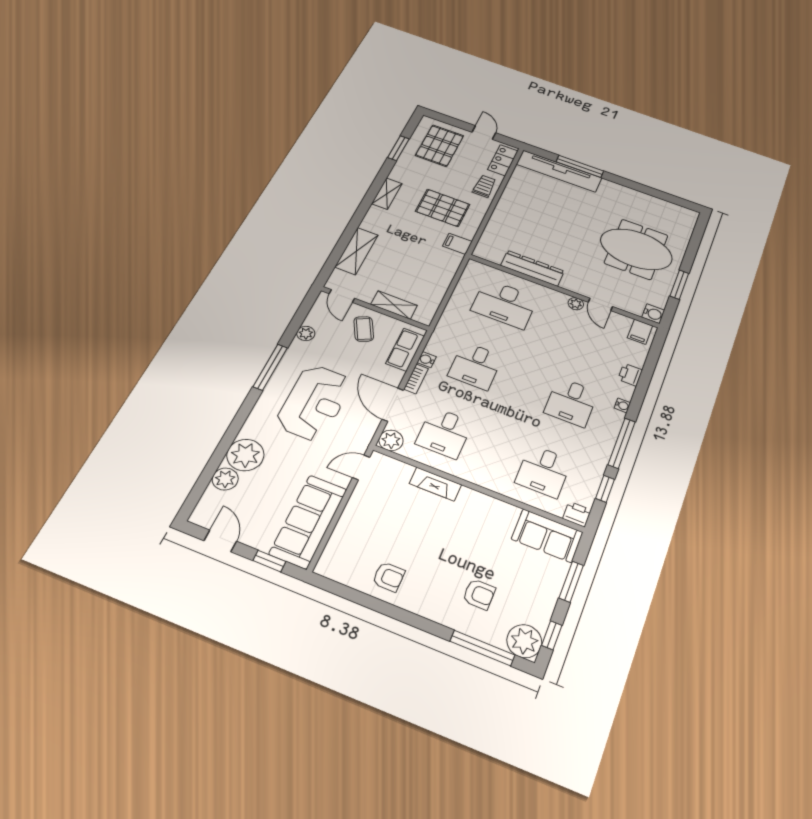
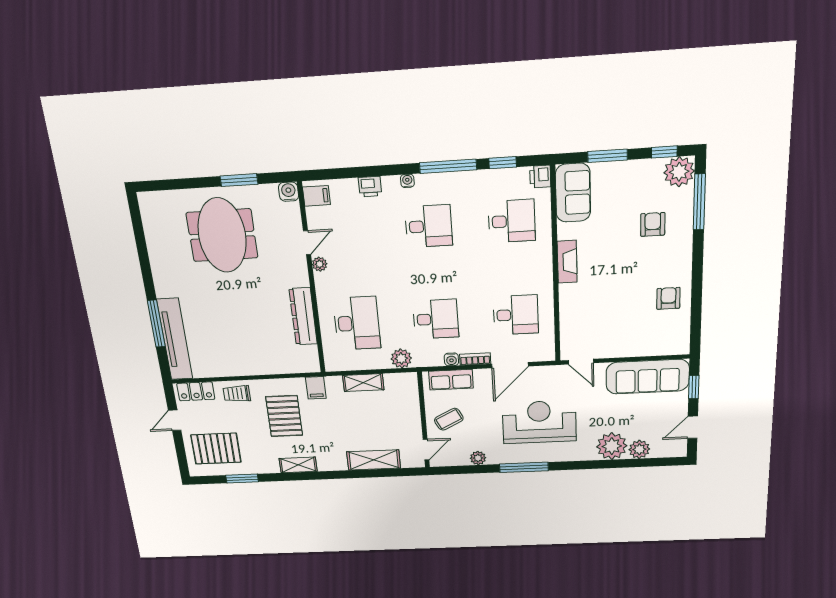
shelving: (394, 305) -> (363, 383), moved, turned 90
plant: (391, 440) -> (401, 358), moved
fireplace: (435, 484) -> (567, 262), moved

